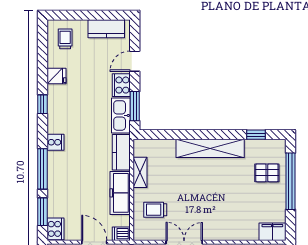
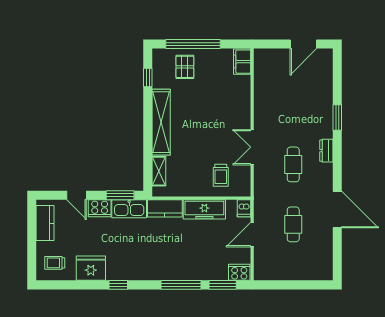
fridge: (56, 76) -> (91, 268), width x1.88, depth x1.34
cooker: (55, 142) -> (155, 272), removed
shelving: (140, 172) -> (159, 171), moved, turned 90

